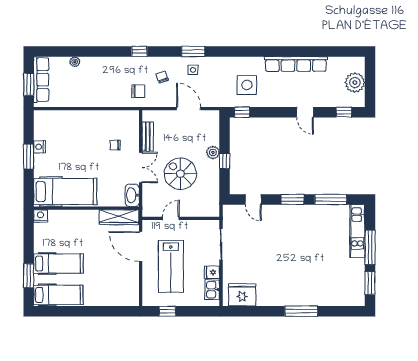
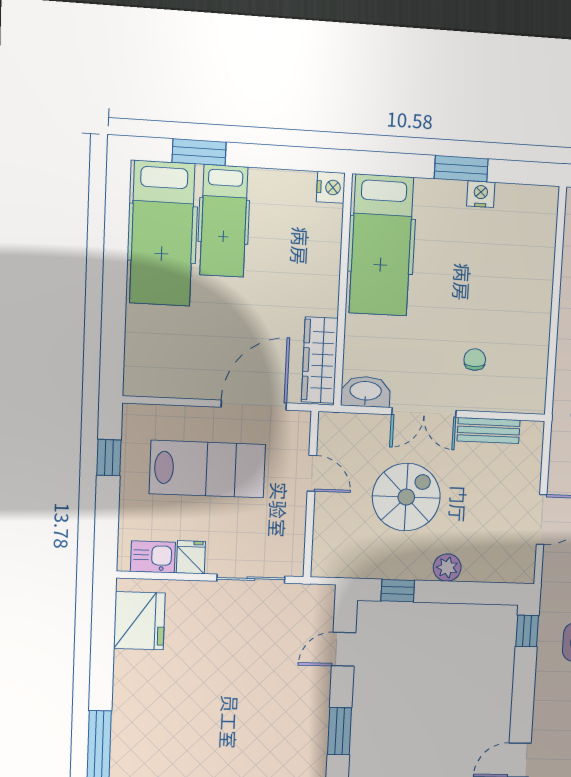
window: (225, 161) -> (398, 591), moved
lab bench: (171, 266) -> (207, 469), turned 180
hospital bed: (58, 295) -> (162, 233), width x1.37, depth x1.29

